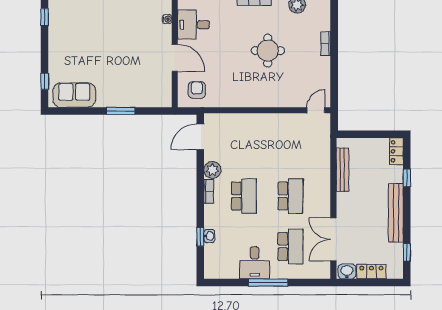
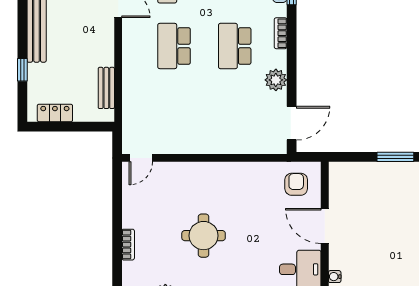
armchair: (197, 90) -> (296, 184), turned 180
locker: (396, 151) -> (55, 113), moved, turned -90
bench: (342, 170) -> (106, 88), width x0.73
bookcase: (209, 192) -> (281, 33), moved

